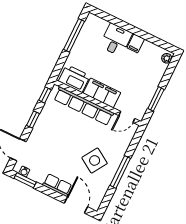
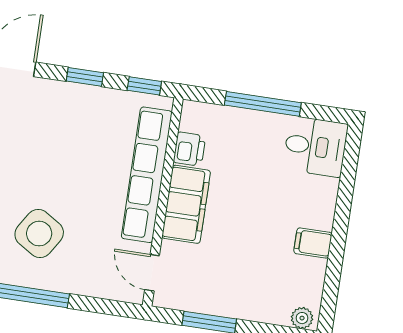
window: (74, 35) -> (263, 104), moved
desk: (116, 40) -> (315, 147), moved
printer: (74, 79) -> (189, 149), width x0.53, depth x0.68

